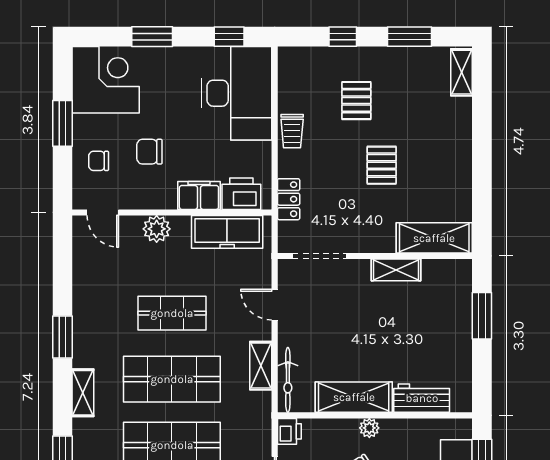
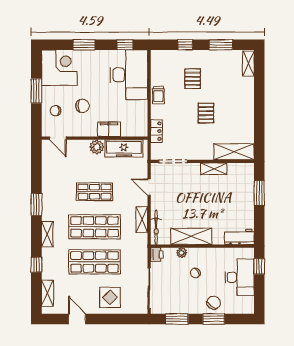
chair: (149, 152) -> (83, 106), turned 180
printer: (241, 194) -> (131, 128), removed
plant: (157, 229) -> (97, 147), moved
workbench: (422, 398) -> (239, 237), moved
plant: (369, 428) -> (182, 253), moved

